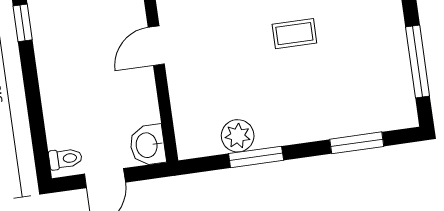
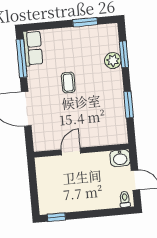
door: (156, 46) -> (71, 151), swing flipped
window: (418, 61) -> (85, 22), width x0.69
plant: (238, 136) -> (113, 60), moved

